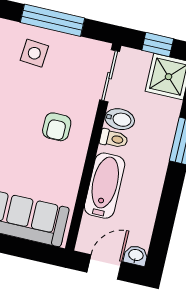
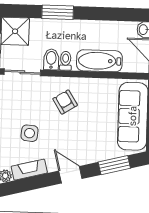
side table: (34, 53) -> (30, 133), moved
armchair: (57, 127) -> (65, 102), turned -122

